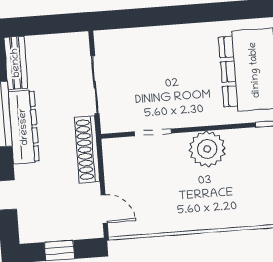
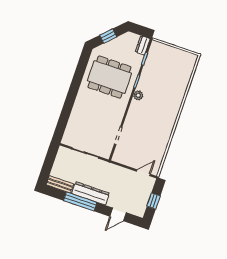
shoe rack: (87, 149) -> (113, 169), removed
plant: (207, 149) -> (138, 95), moved, width x0.53, depth x0.53

